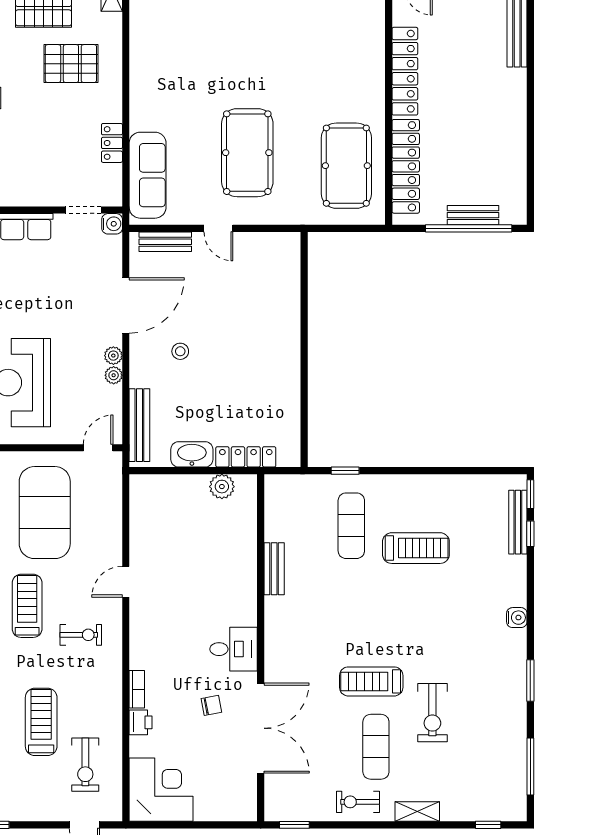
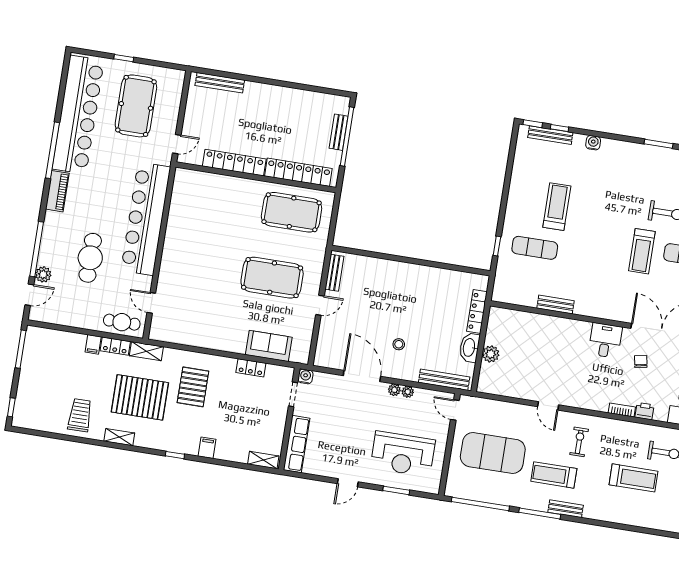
sofa: (148, 175) -> (269, 346), width x0.73
bench: (165, 242) -> (334, 273), moved
plant: (222, 487) -> (491, 354), moved
water cooler: (517, 618) -> (593, 143), moved
treadmill: (41, 722) -> (633, 478), turned 180

